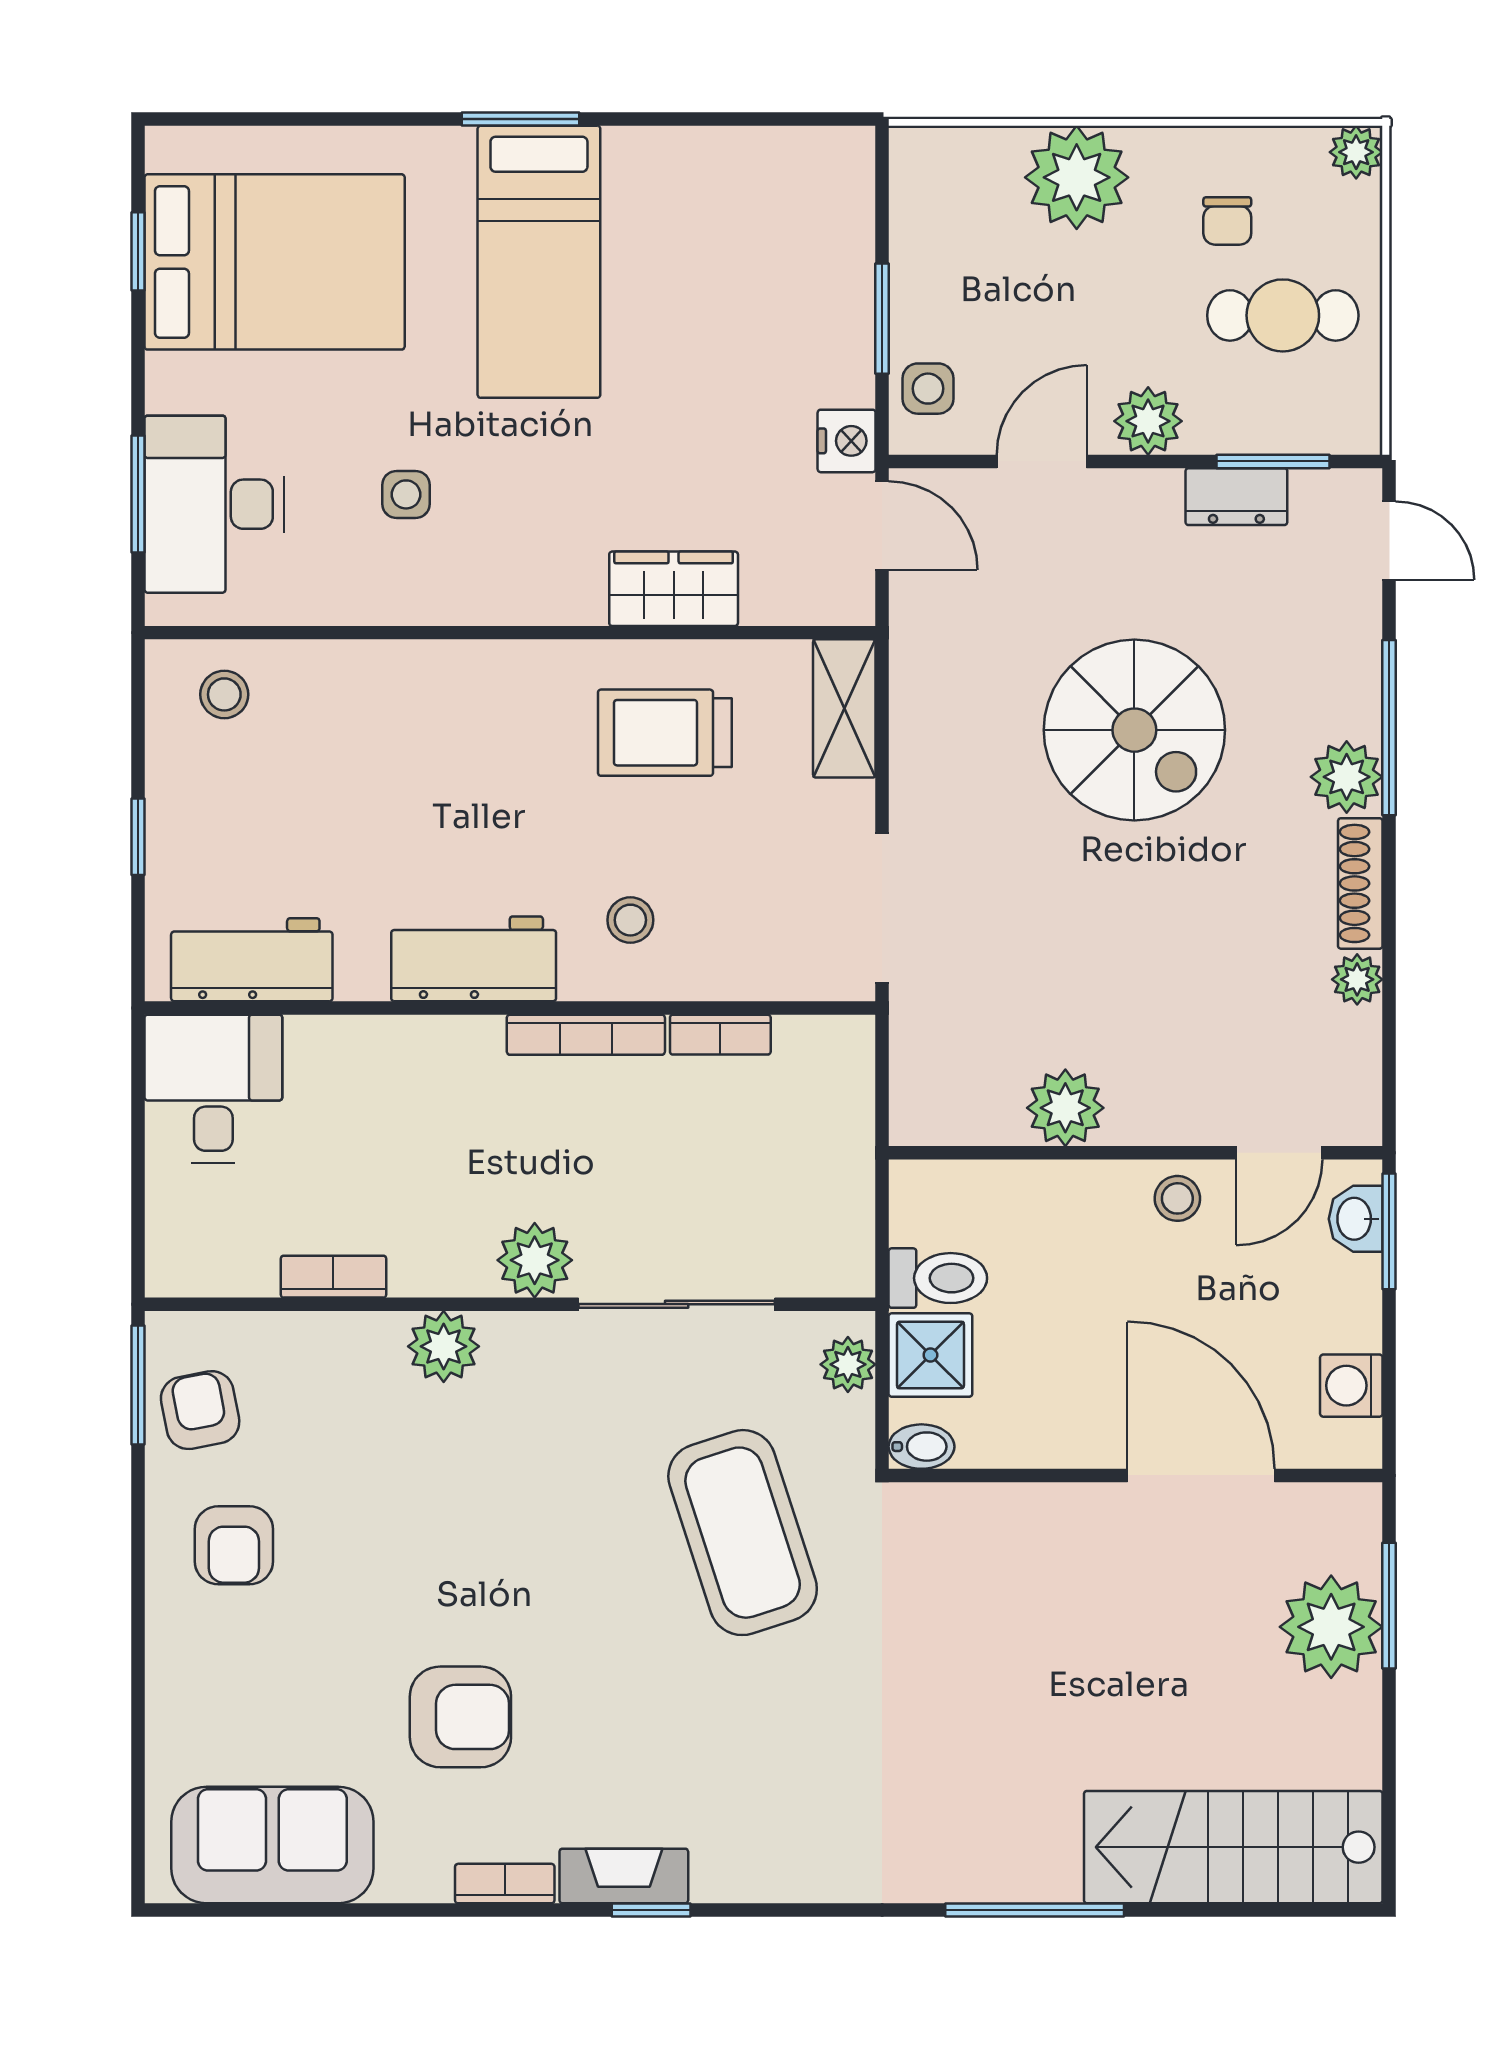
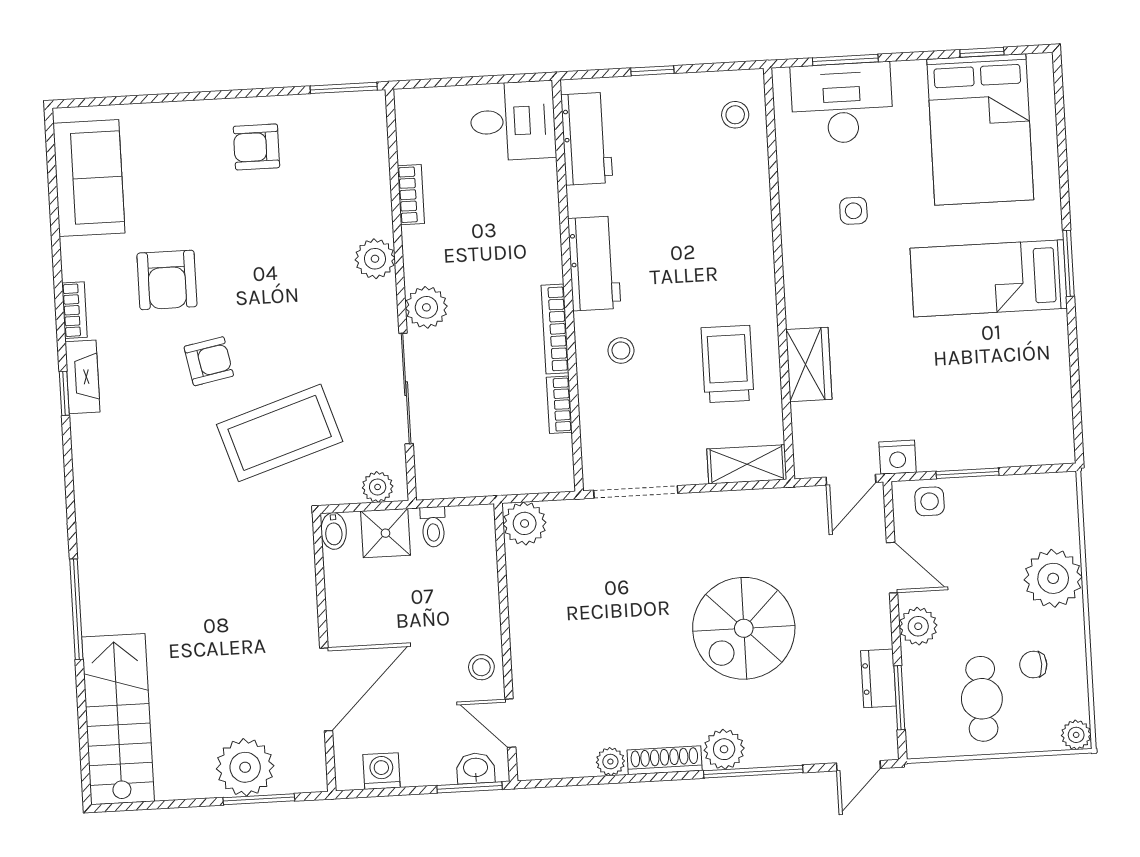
plant: (1065, 1108) -> (525, 523), moved
toilet: (938, 1278) -> (433, 527), width x0.73, depth x0.72
armchair: (200, 1410) -> (209, 361), moved

